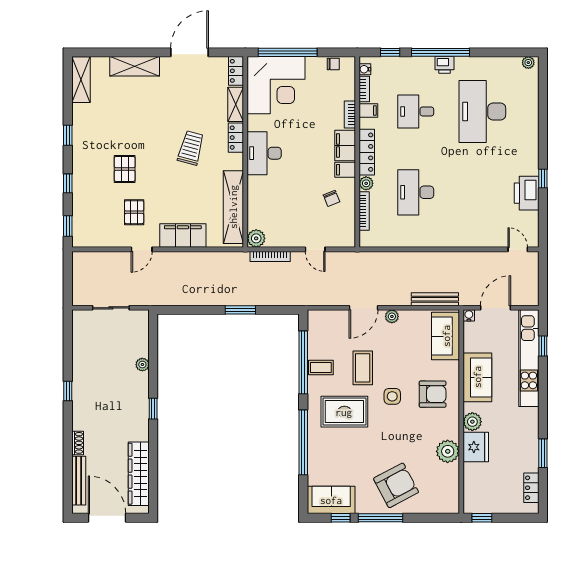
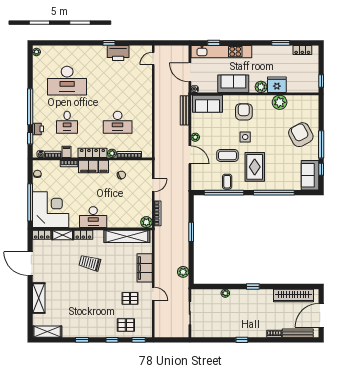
printer: (445, 65) -> (38, 129), moved
pallet: (125, 169) -> (126, 325), moved
plant: (177, 297) -> (183, 272), added

